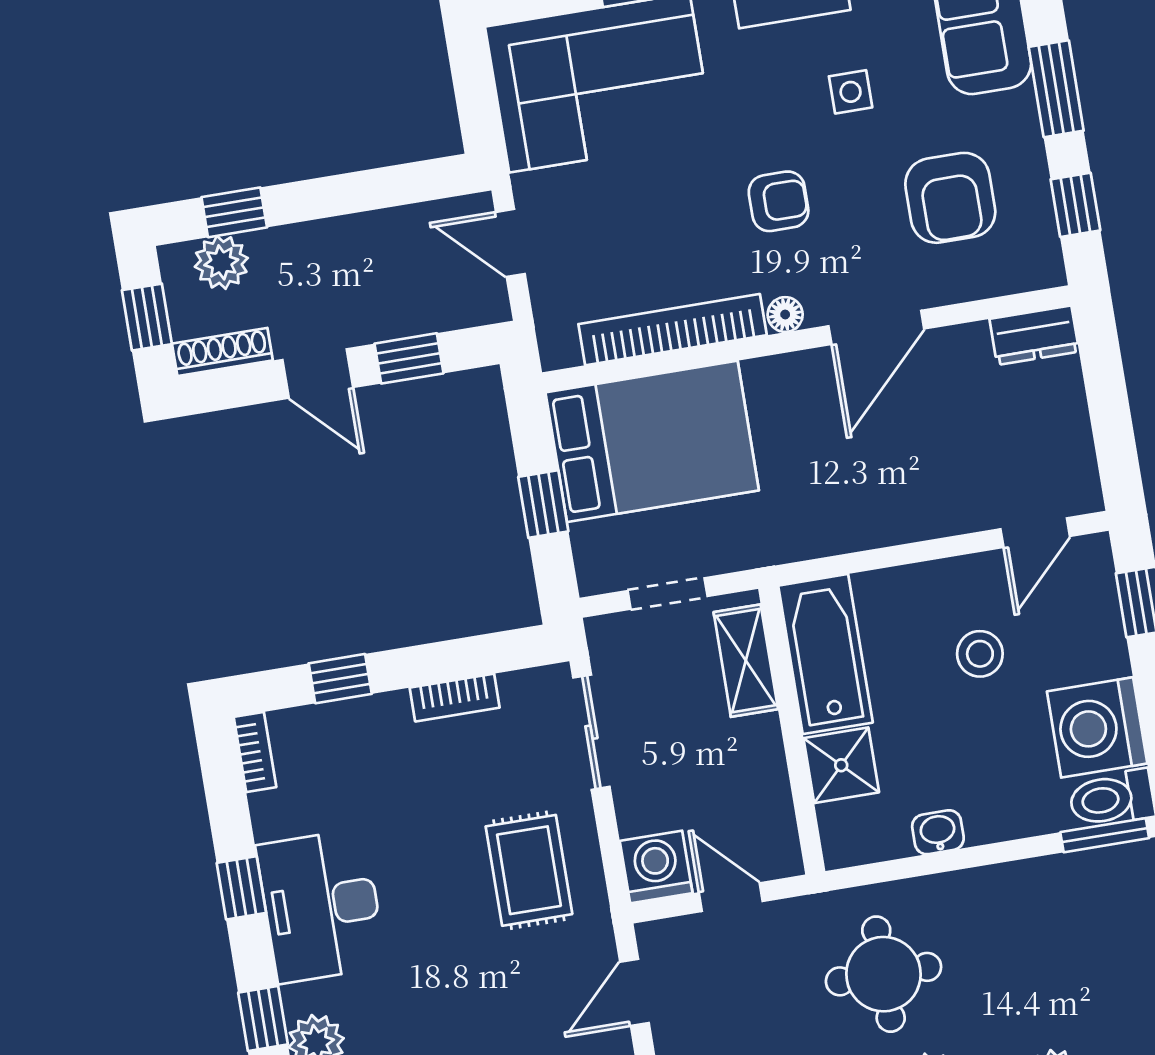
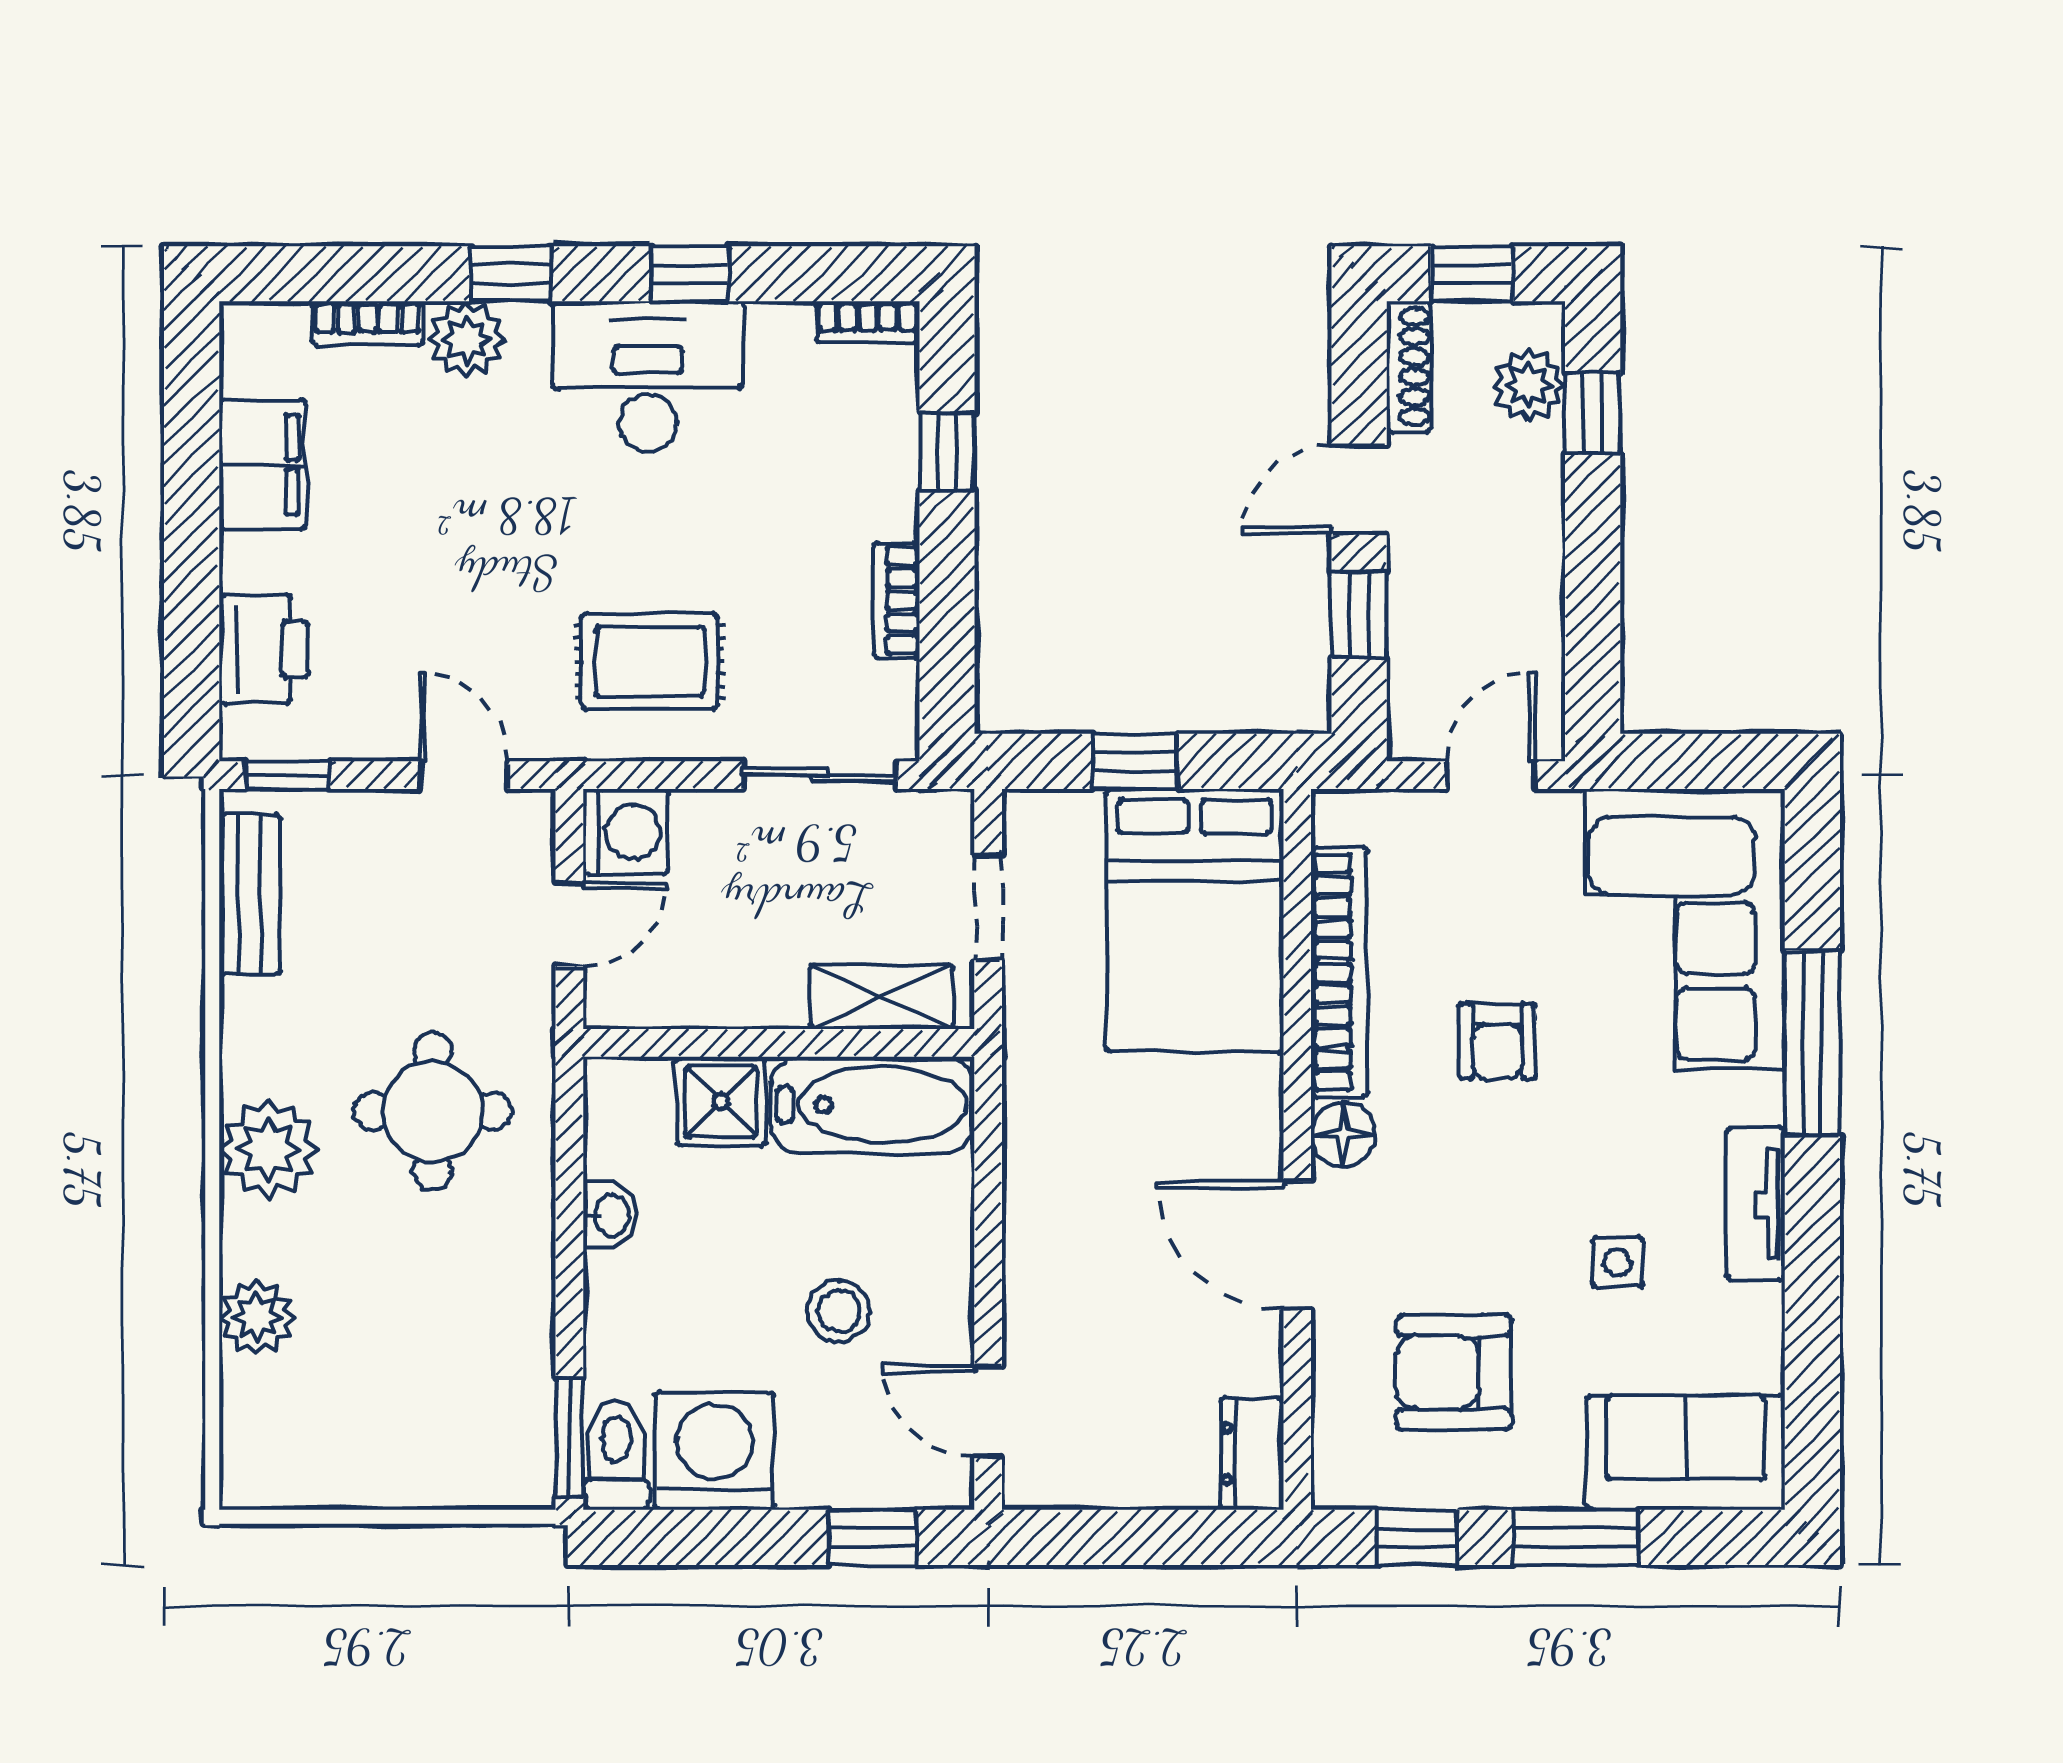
armchair: (779, 201) -> (1497, 1041), moved
floor lamp: (785, 314) -> (1343, 1135), width x1.37, depth x1.37

